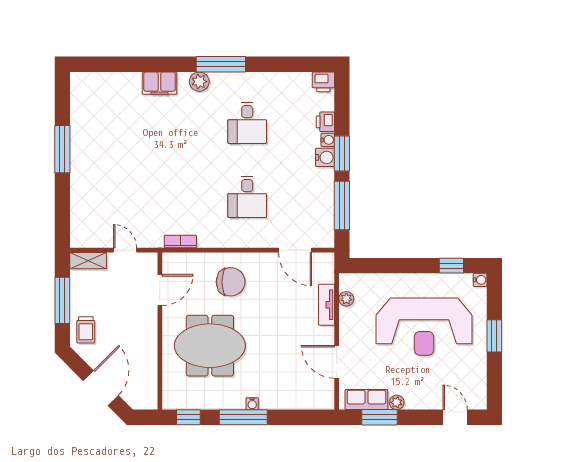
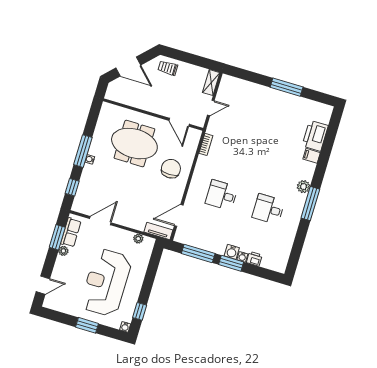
printer: (323, 82) -> (315, 136), moved, width x1.87, depth x1.48
filing cabinet: (160, 83) -> (312, 156), width x0.50
chair: (231, 282) -> (171, 169), turned 180
window: (62, 300) -> (191, 59), removed
tv unit: (327, 305) -> (158, 231), moved
meeting table: (210, 346) -> (134, 144), turned 90
window: (188, 417) -> (72, 187), moved

